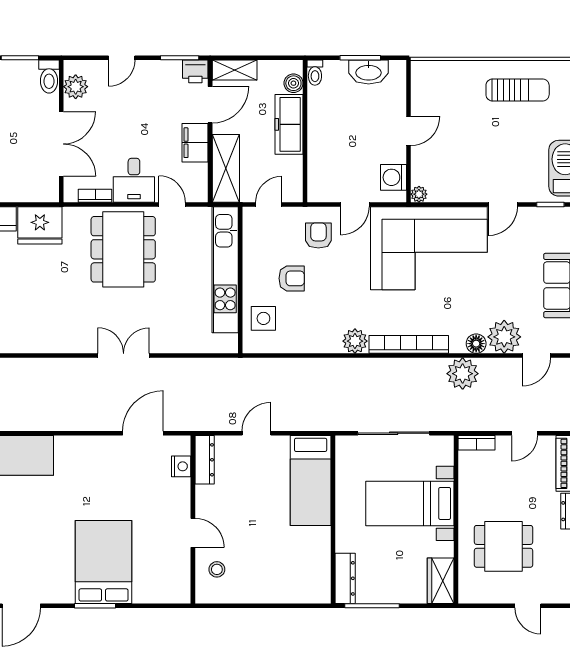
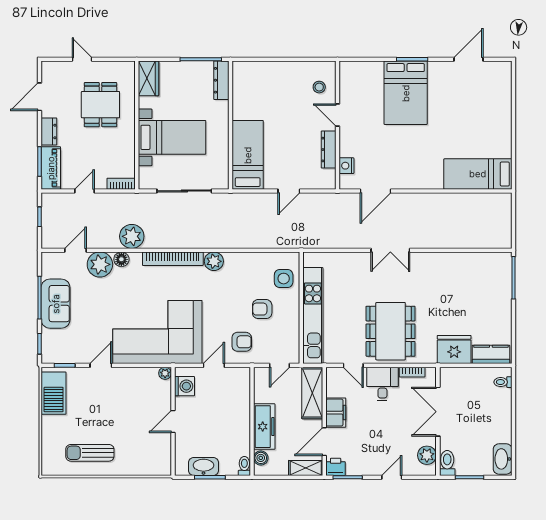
armchair: (318, 235) -> (242, 342), turned -90
dresser: (205, 460) -> (329, 150), moved
dining table: (504, 546) -> (100, 105), turned 90

